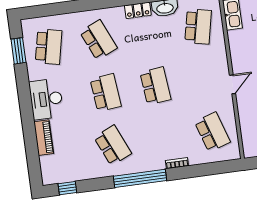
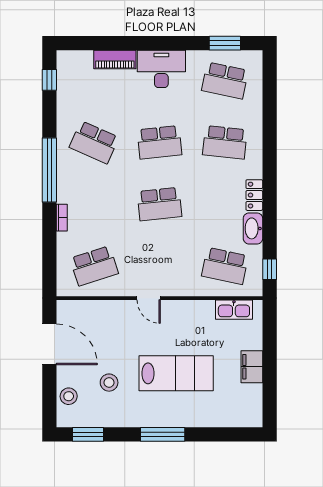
school desk: (98, 40) -> (225, 142), turned 30
school desk: (113, 145) -> (94, 142), turned 48

